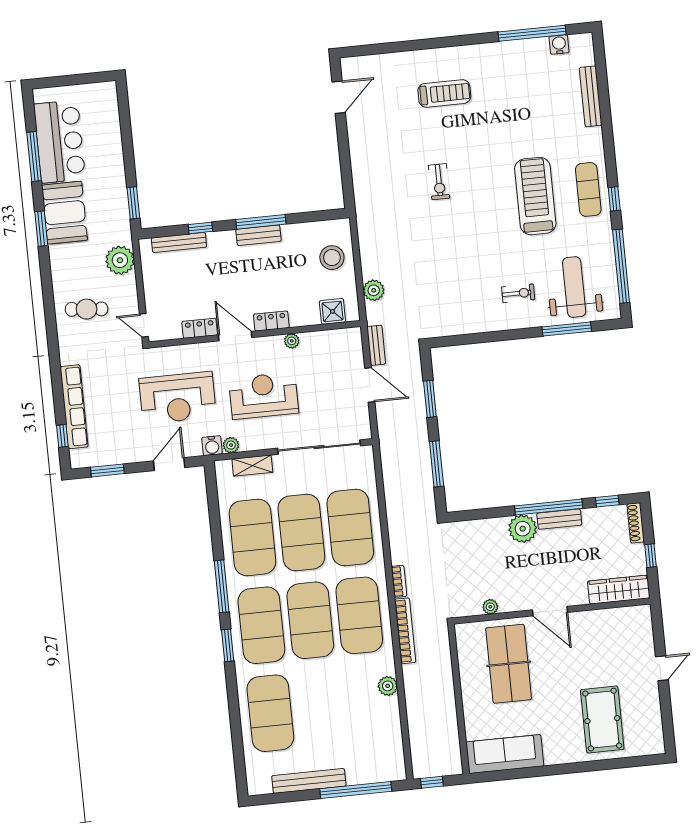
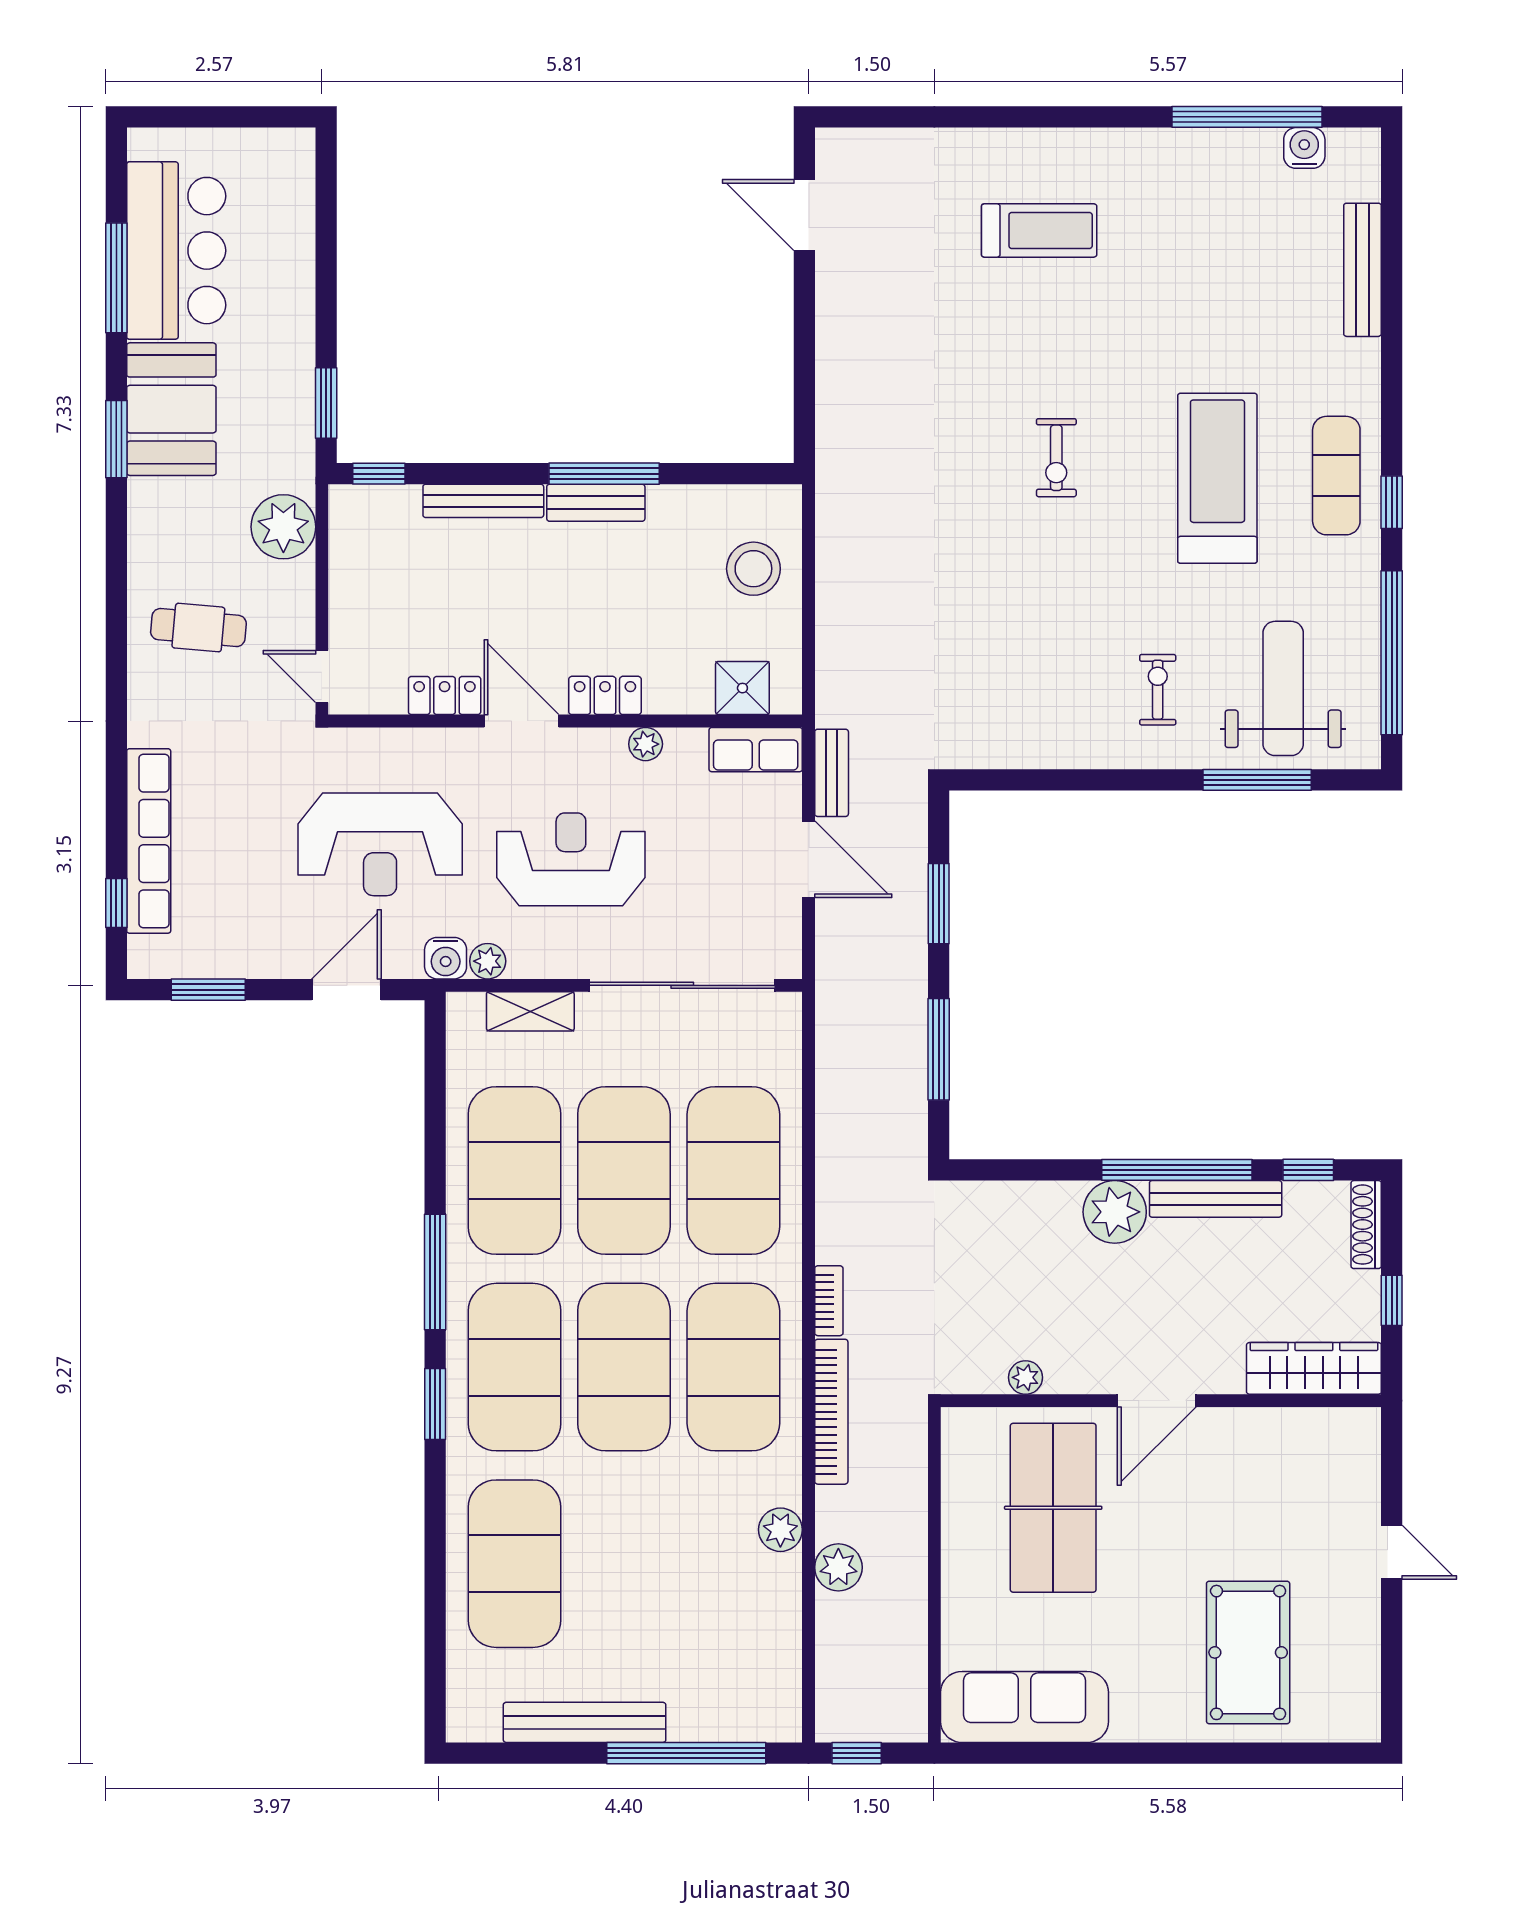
door: (339, 97) -> (804, 215), swing flipped
exercise bike: (439, 182) -> (1056, 458), moved
window: (200, 228) -> (379, 474), moved
bench: (179, 242) -> (483, 501), moved
plant: (374, 290) -> (838, 1567), moved
exercise bike: (518, 293) -> (1158, 690), turned -90
row of seats: (341, 338) -> (756, 750), added
bench: (559, 519) -> (1216, 1199), width x1.36
door: (550, 611) -> (1157, 1401), hinge flipped
door: (662, 668) -> (1392, 1552), hinge flipped

